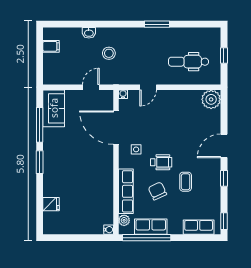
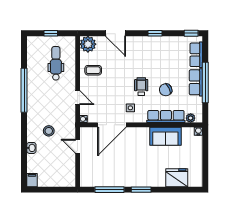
window: (157, 24) -> (24, 90), width x2.11
filing cabinet: (51, 46) -> (32, 180), moved
dental chair: (189, 62) -> (56, 63), turned 180
sofa: (54, 108) -> (165, 136), moved, turned 180
door: (224, 146) -> (116, 33), moved
coffee table: (186, 182) -> (93, 70), moved
fridge: (51, 204) -> (177, 178), width x1.88, depth x1.34
row of seats: (151, 227) -> (196, 82), moved
window: (147, 238) -> (205, 83), moved

